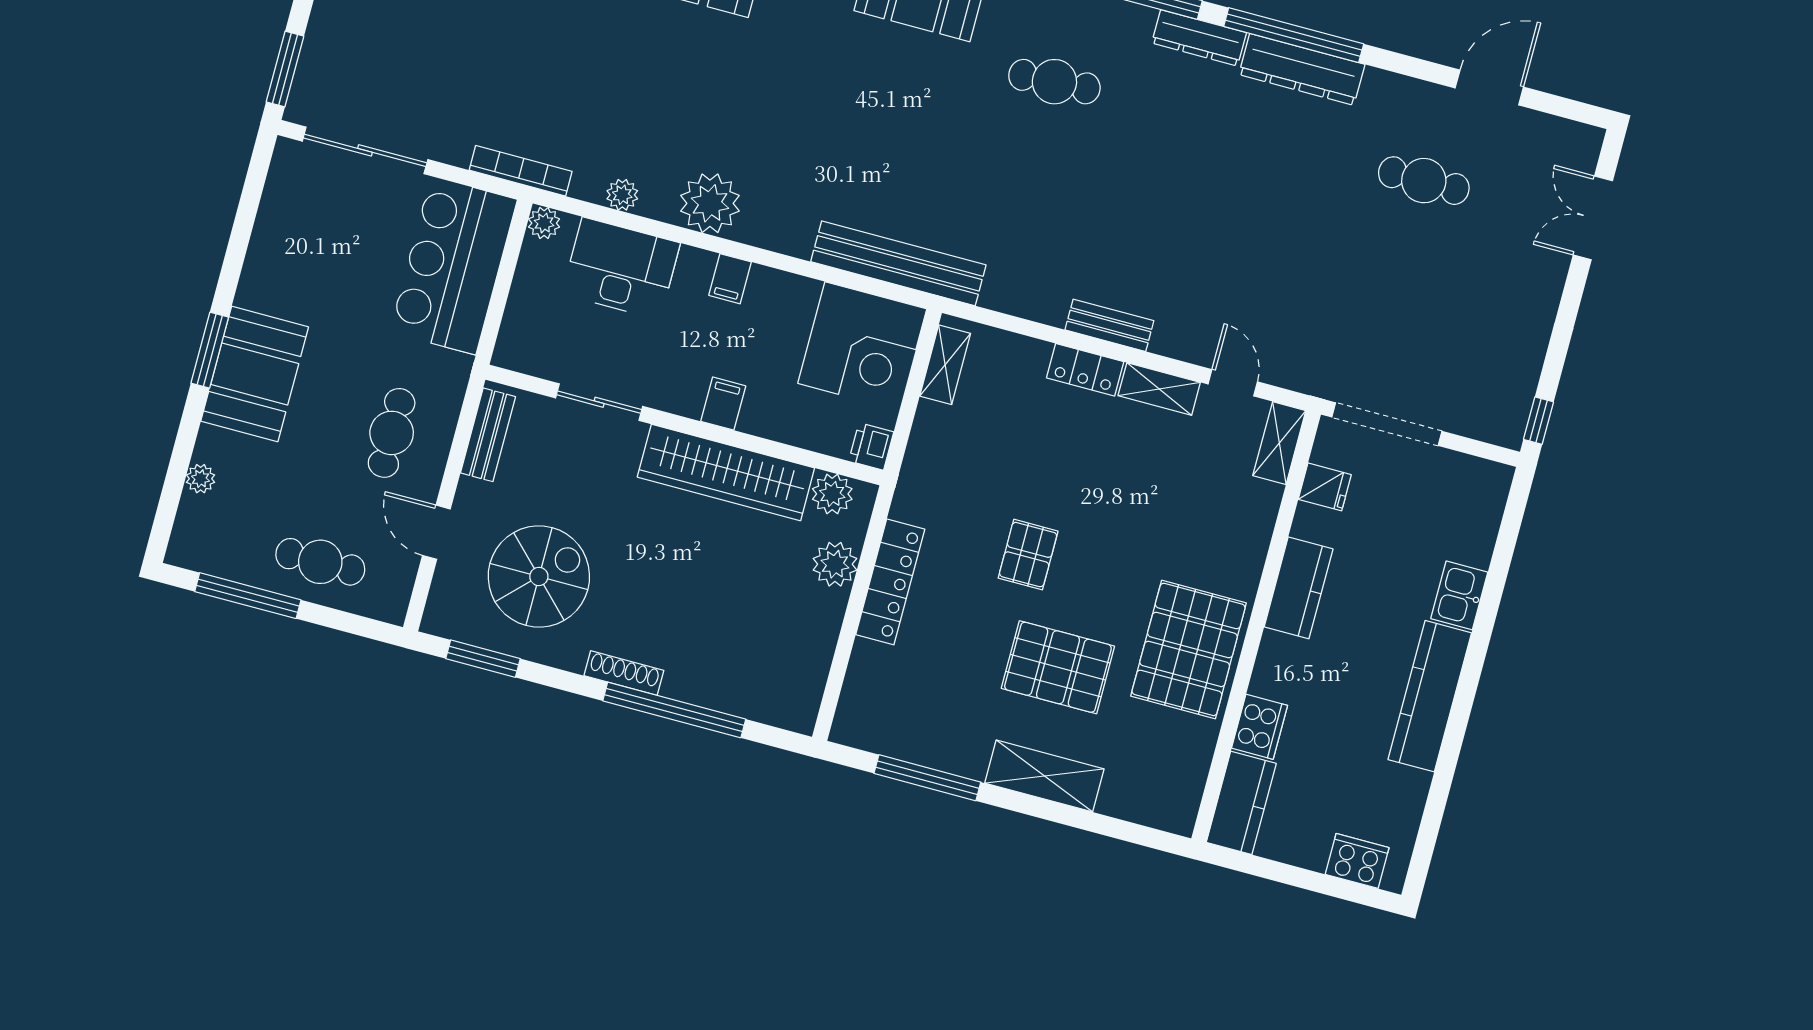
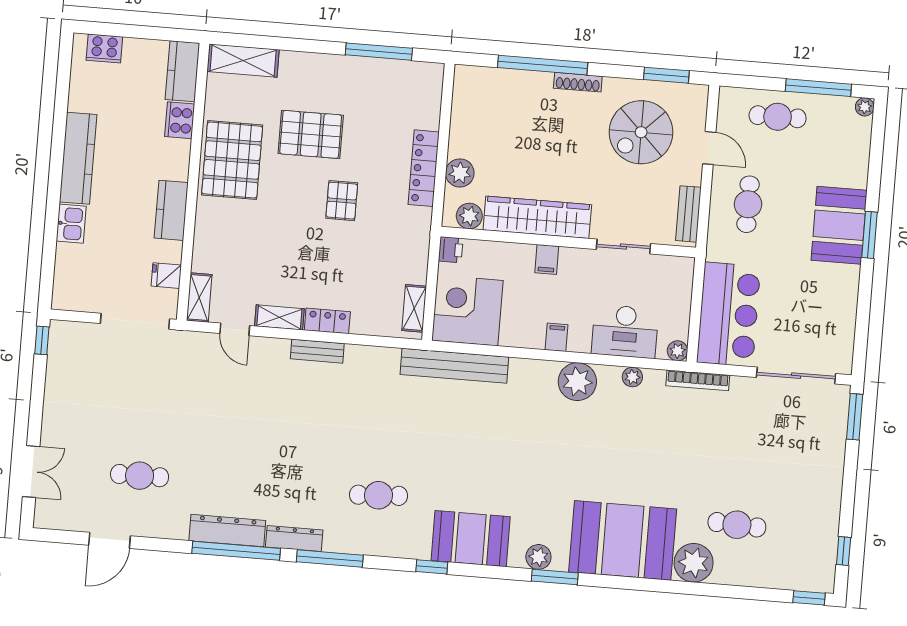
plant: (201, 479) -> (865, 107), moved
shelving: (1044, 776) -> (243, 61), moved

